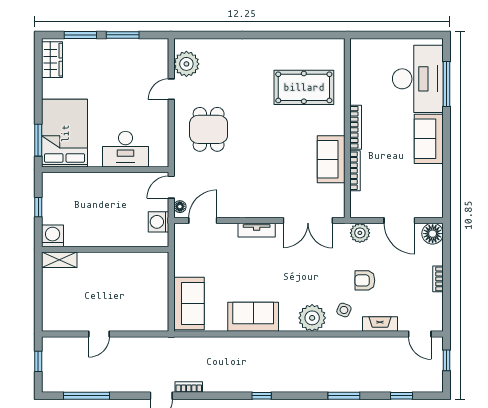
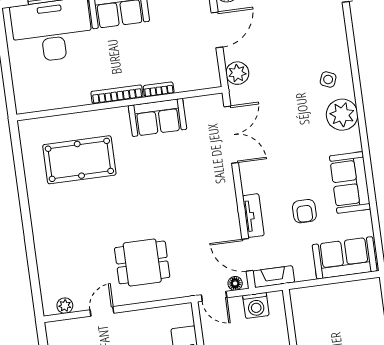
plant: (186, 64) -> (65, 306), width x0.53, depth x0.53
pool table: (304, 87) -> (79, 160), turned 90
door: (171, 89) -> (102, 311), swing flipped
bookcase: (355, 171) -> (159, 89), width x0.64
tv unit: (257, 230) -> (253, 216), moved
armchair: (365, 280) -> (304, 211), moved
fireplace: (380, 324) -> (274, 277), moved, turned 90

